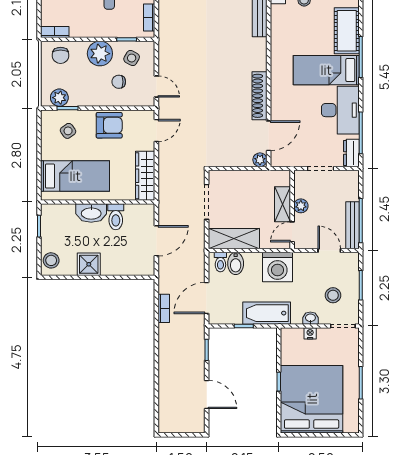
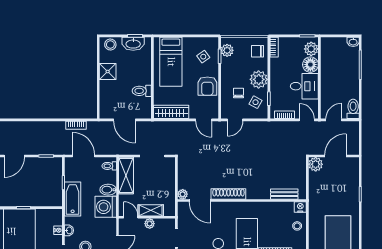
washbasin: (91, 213) -> (133, 44), moved, turned -90
bidet: (236, 263) -> (108, 190), moved

